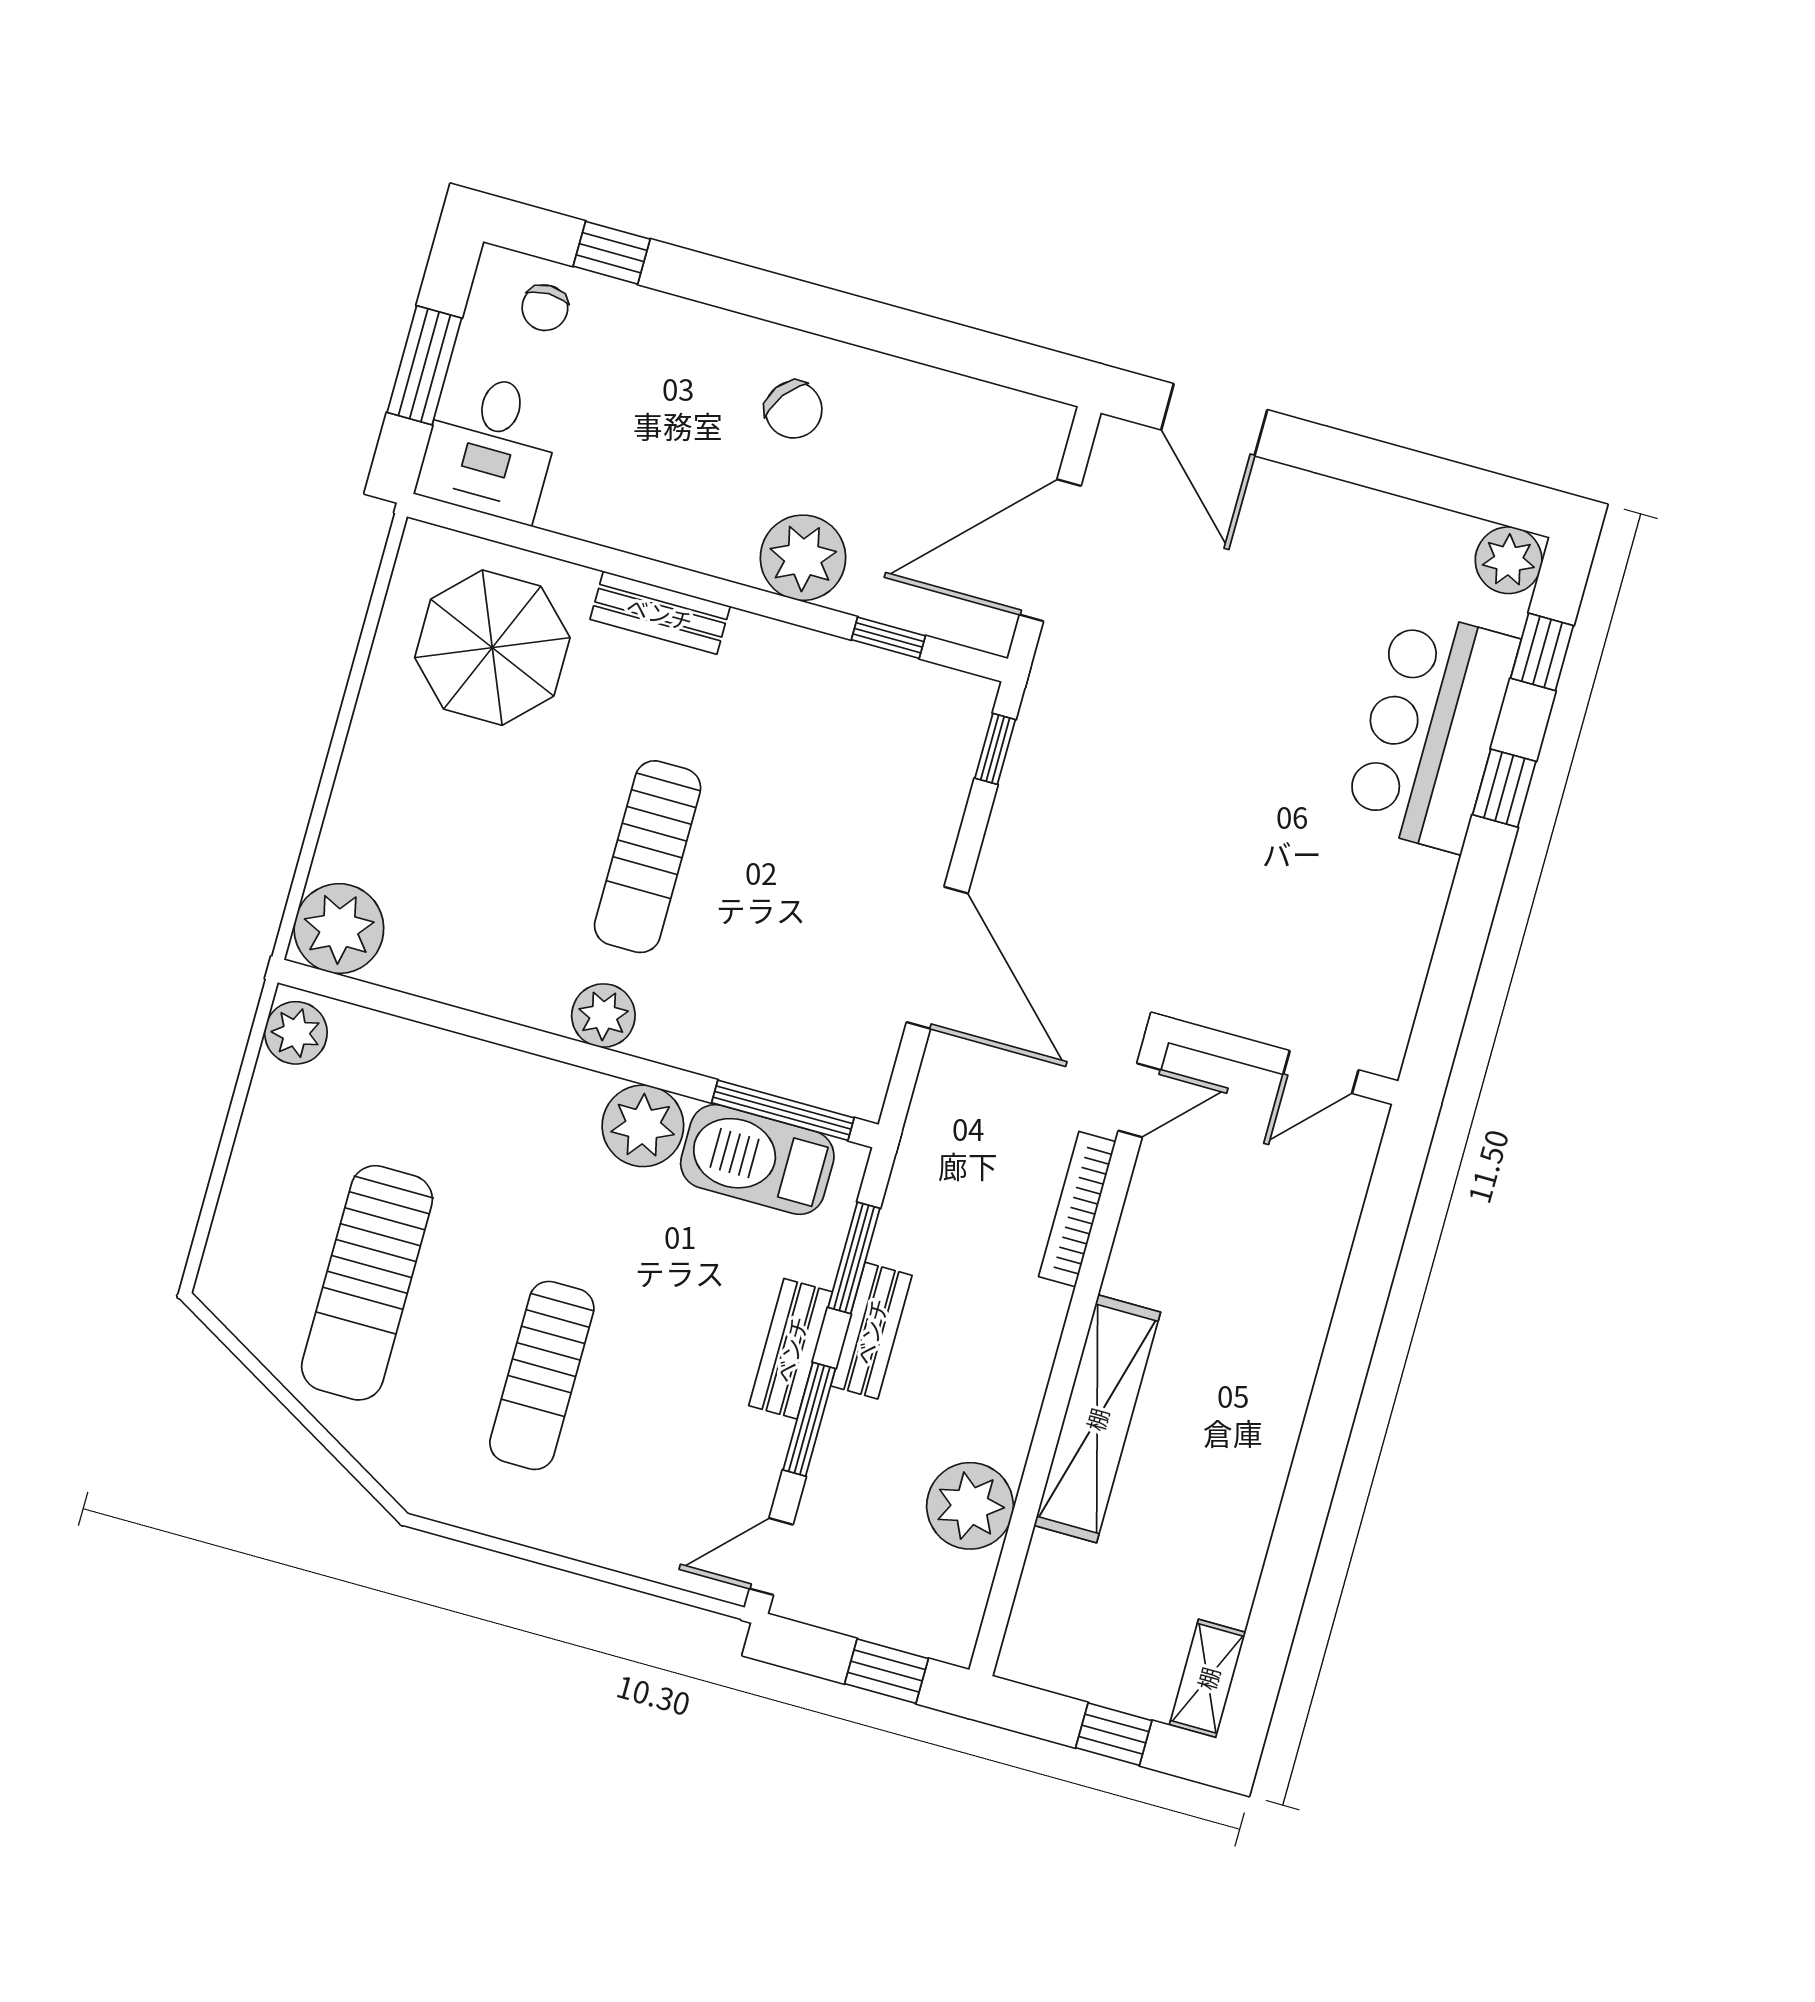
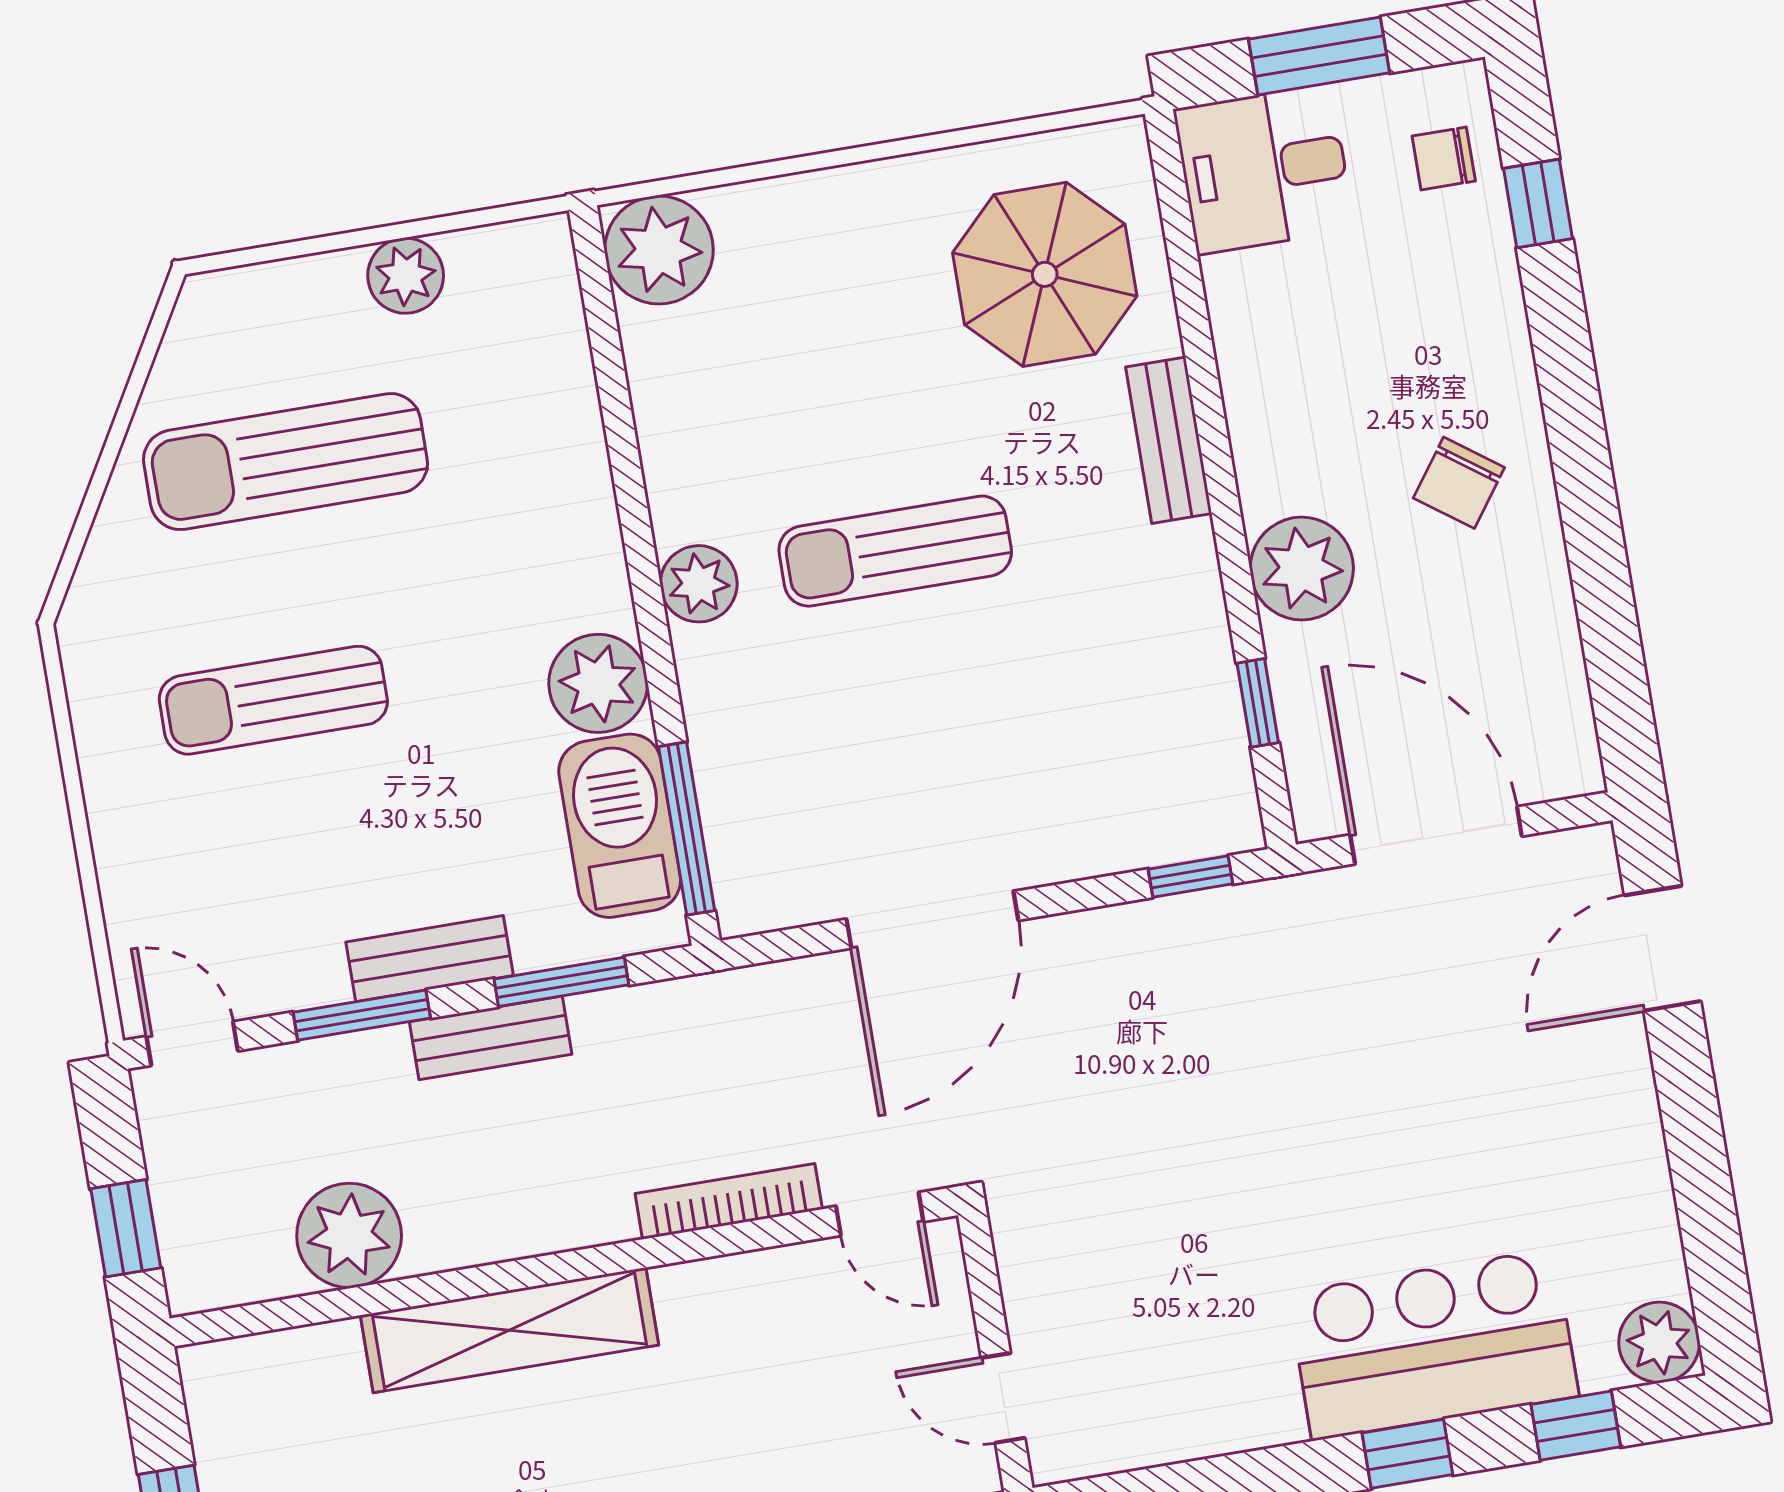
plant: (296, 1033) -> (406, 276), moved

